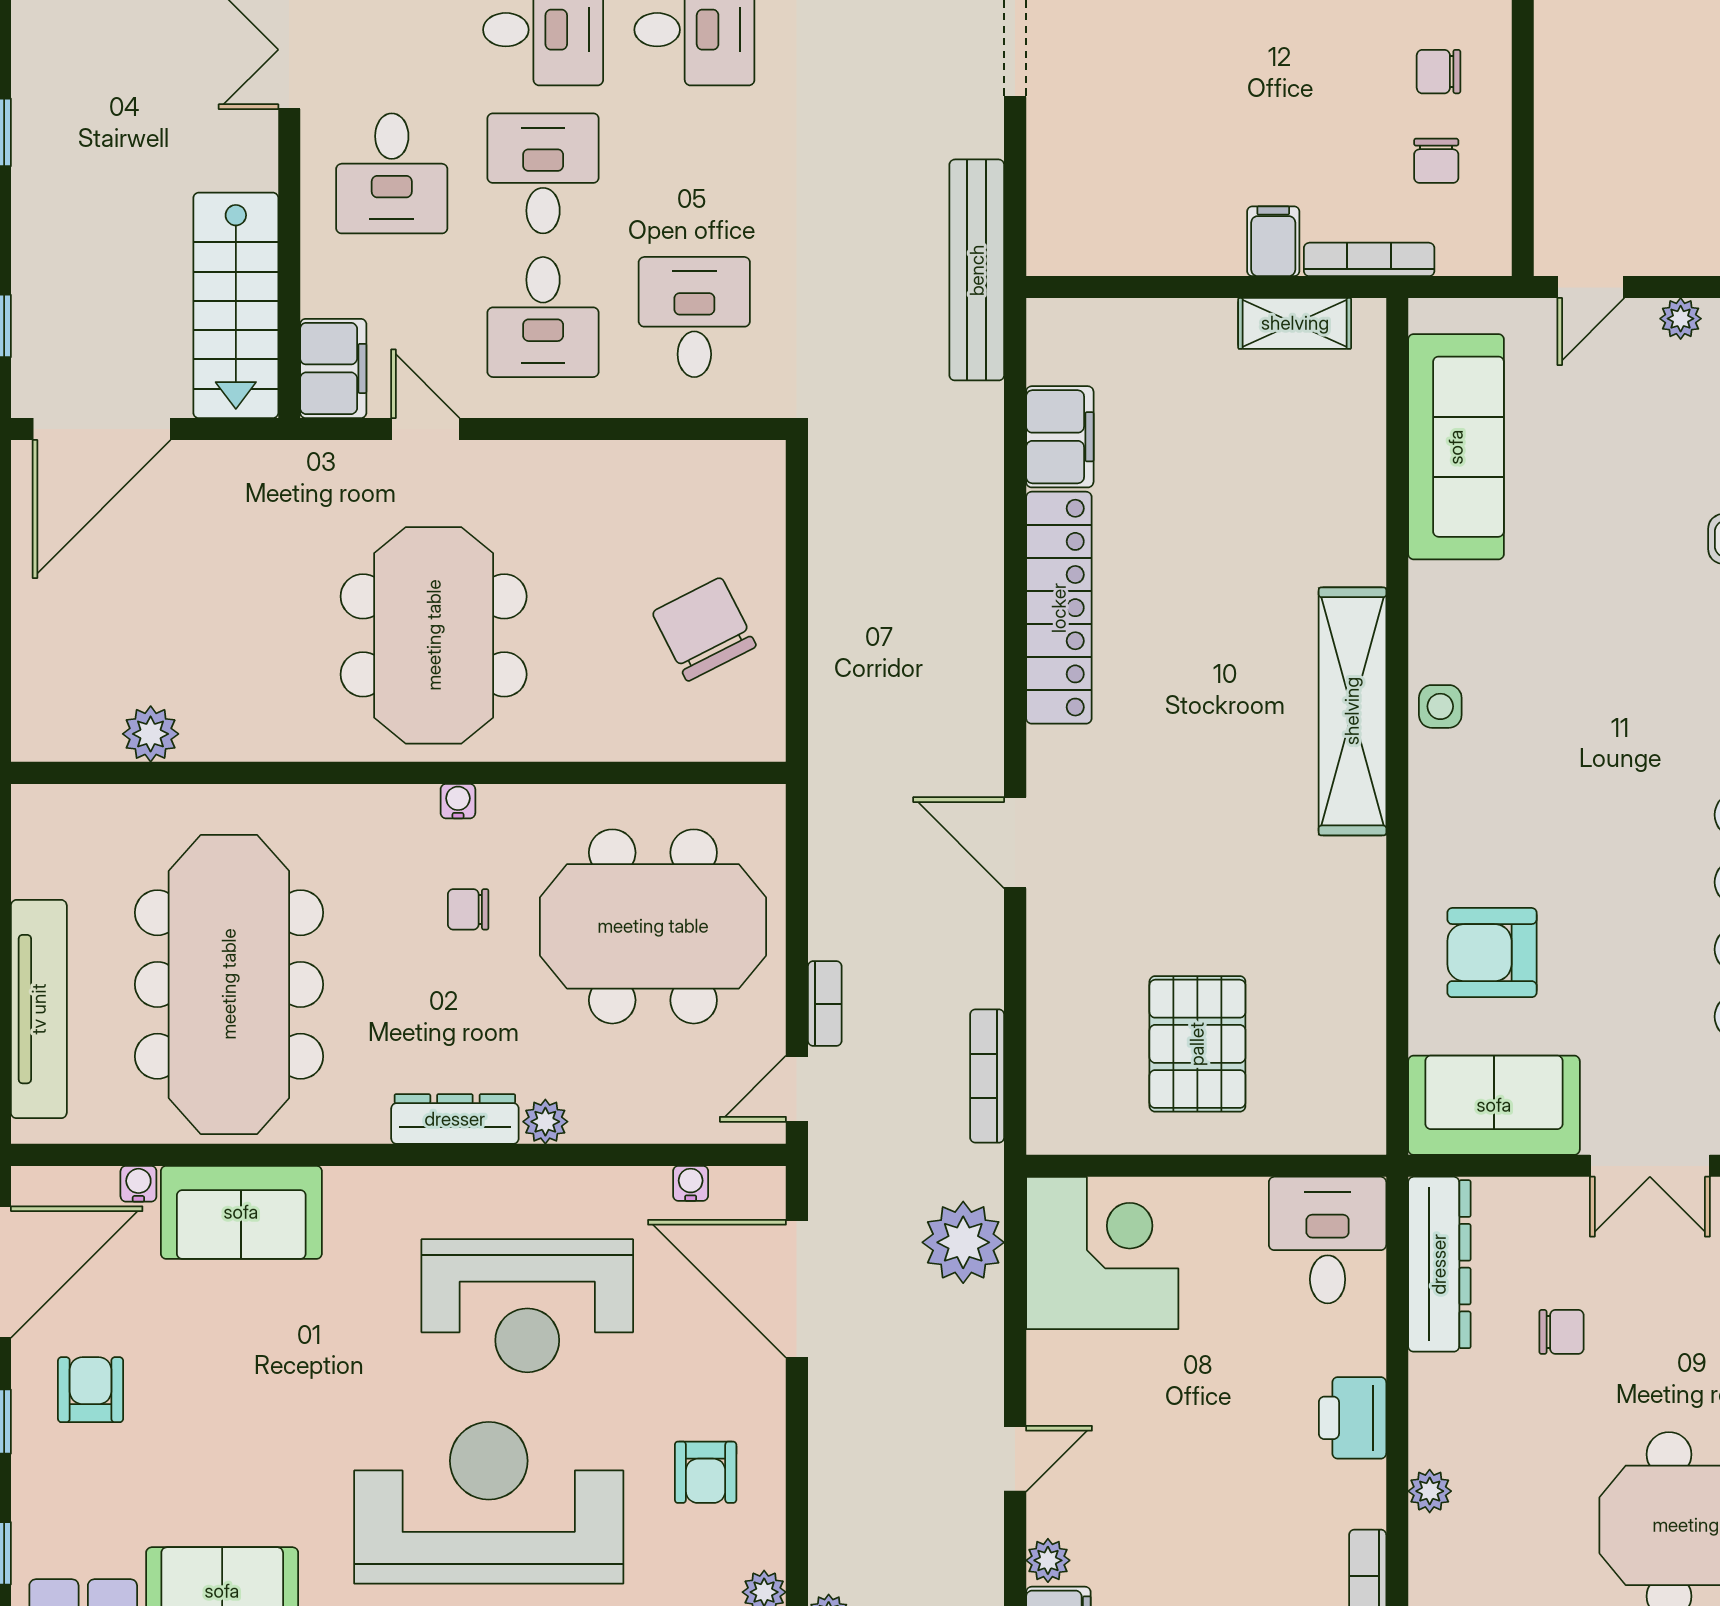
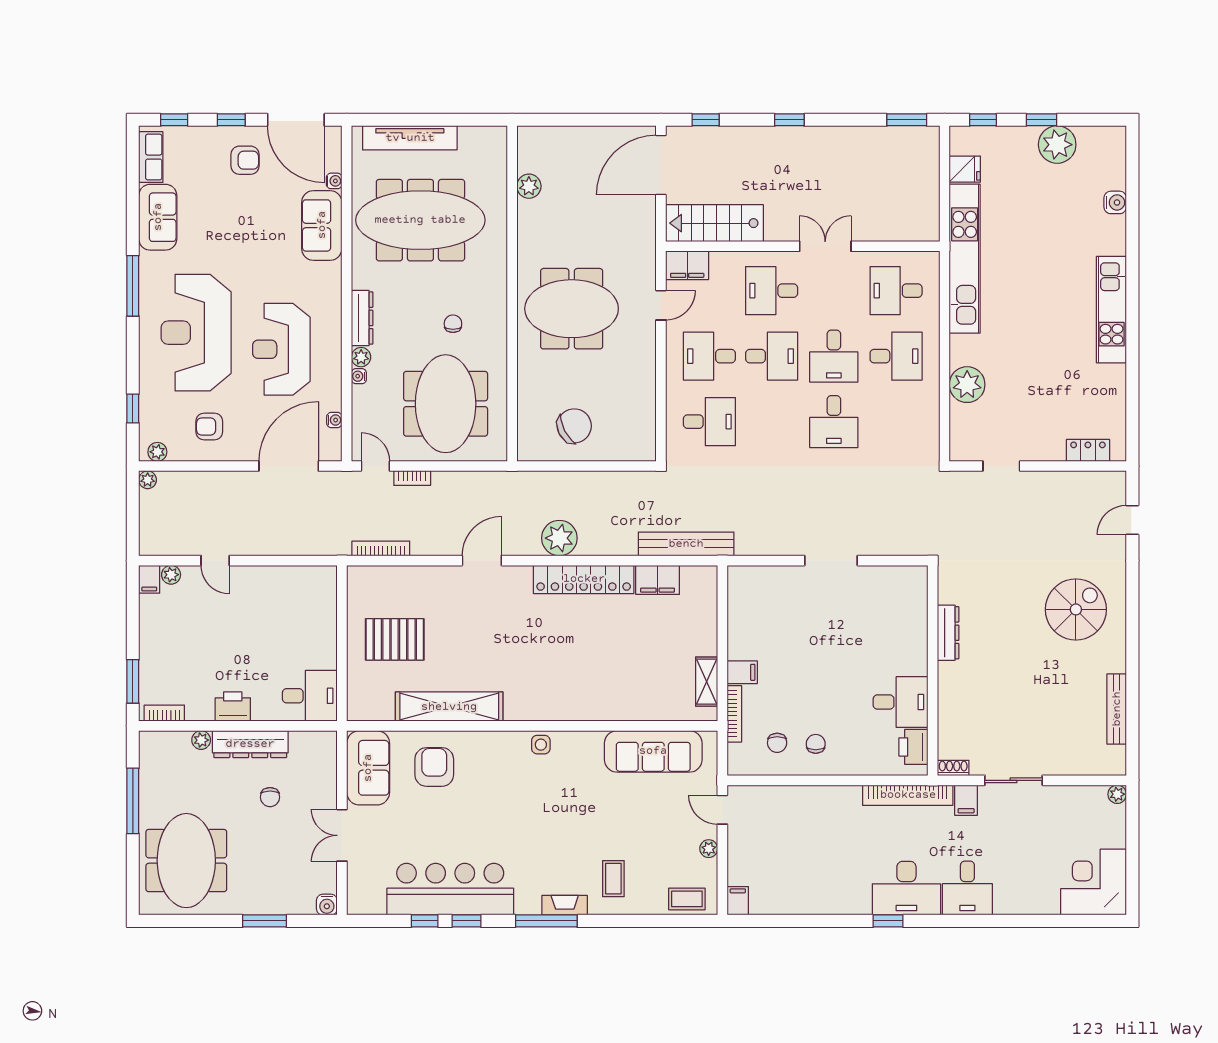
chair: (1436, 161) -> (777, 743), turned -90
bench: (977, 270) -> (686, 544), moved
door: (102, 429) -> (661, 165), hinge flipped
shelving: (1352, 711) -> (449, 707), moved
water cooler: (458, 801) -> (359, 376), moved, turned 180
plant: (963, 1242) -> (559, 538), moved
corner desk: (1102, 1253) -> (304, 598), removed
dresser: (1439, 1264) -> (250, 744), moved
reception desk: (489, 1503) -> (196, 333), turned 180

